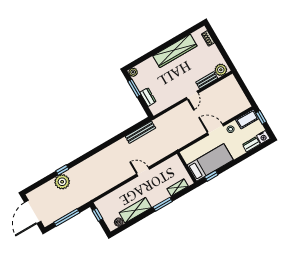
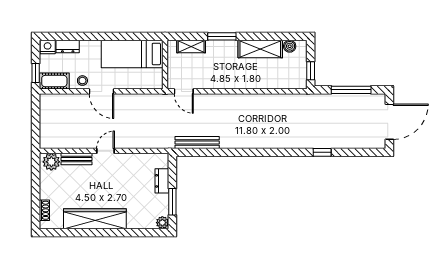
door: (143, 172) -> (184, 91), moved
window: (211, 176) -> (141, 36), removed
plant: (62, 182) -> (331, 138), removed

